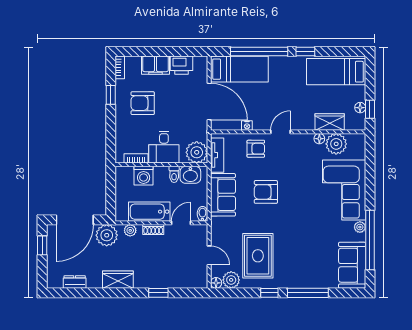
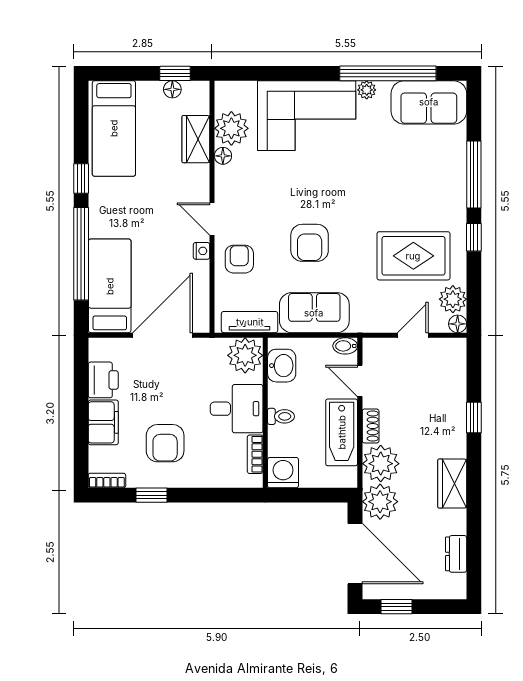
nightstand: (247, 126) -> (201, 251), moved
toilet: (174, 174) -> (281, 416), moved
washing machine: (144, 176) -> (283, 473), moved, turned -90
plant: (130, 230) -> (381, 464), width x1.87, depth x1.87

